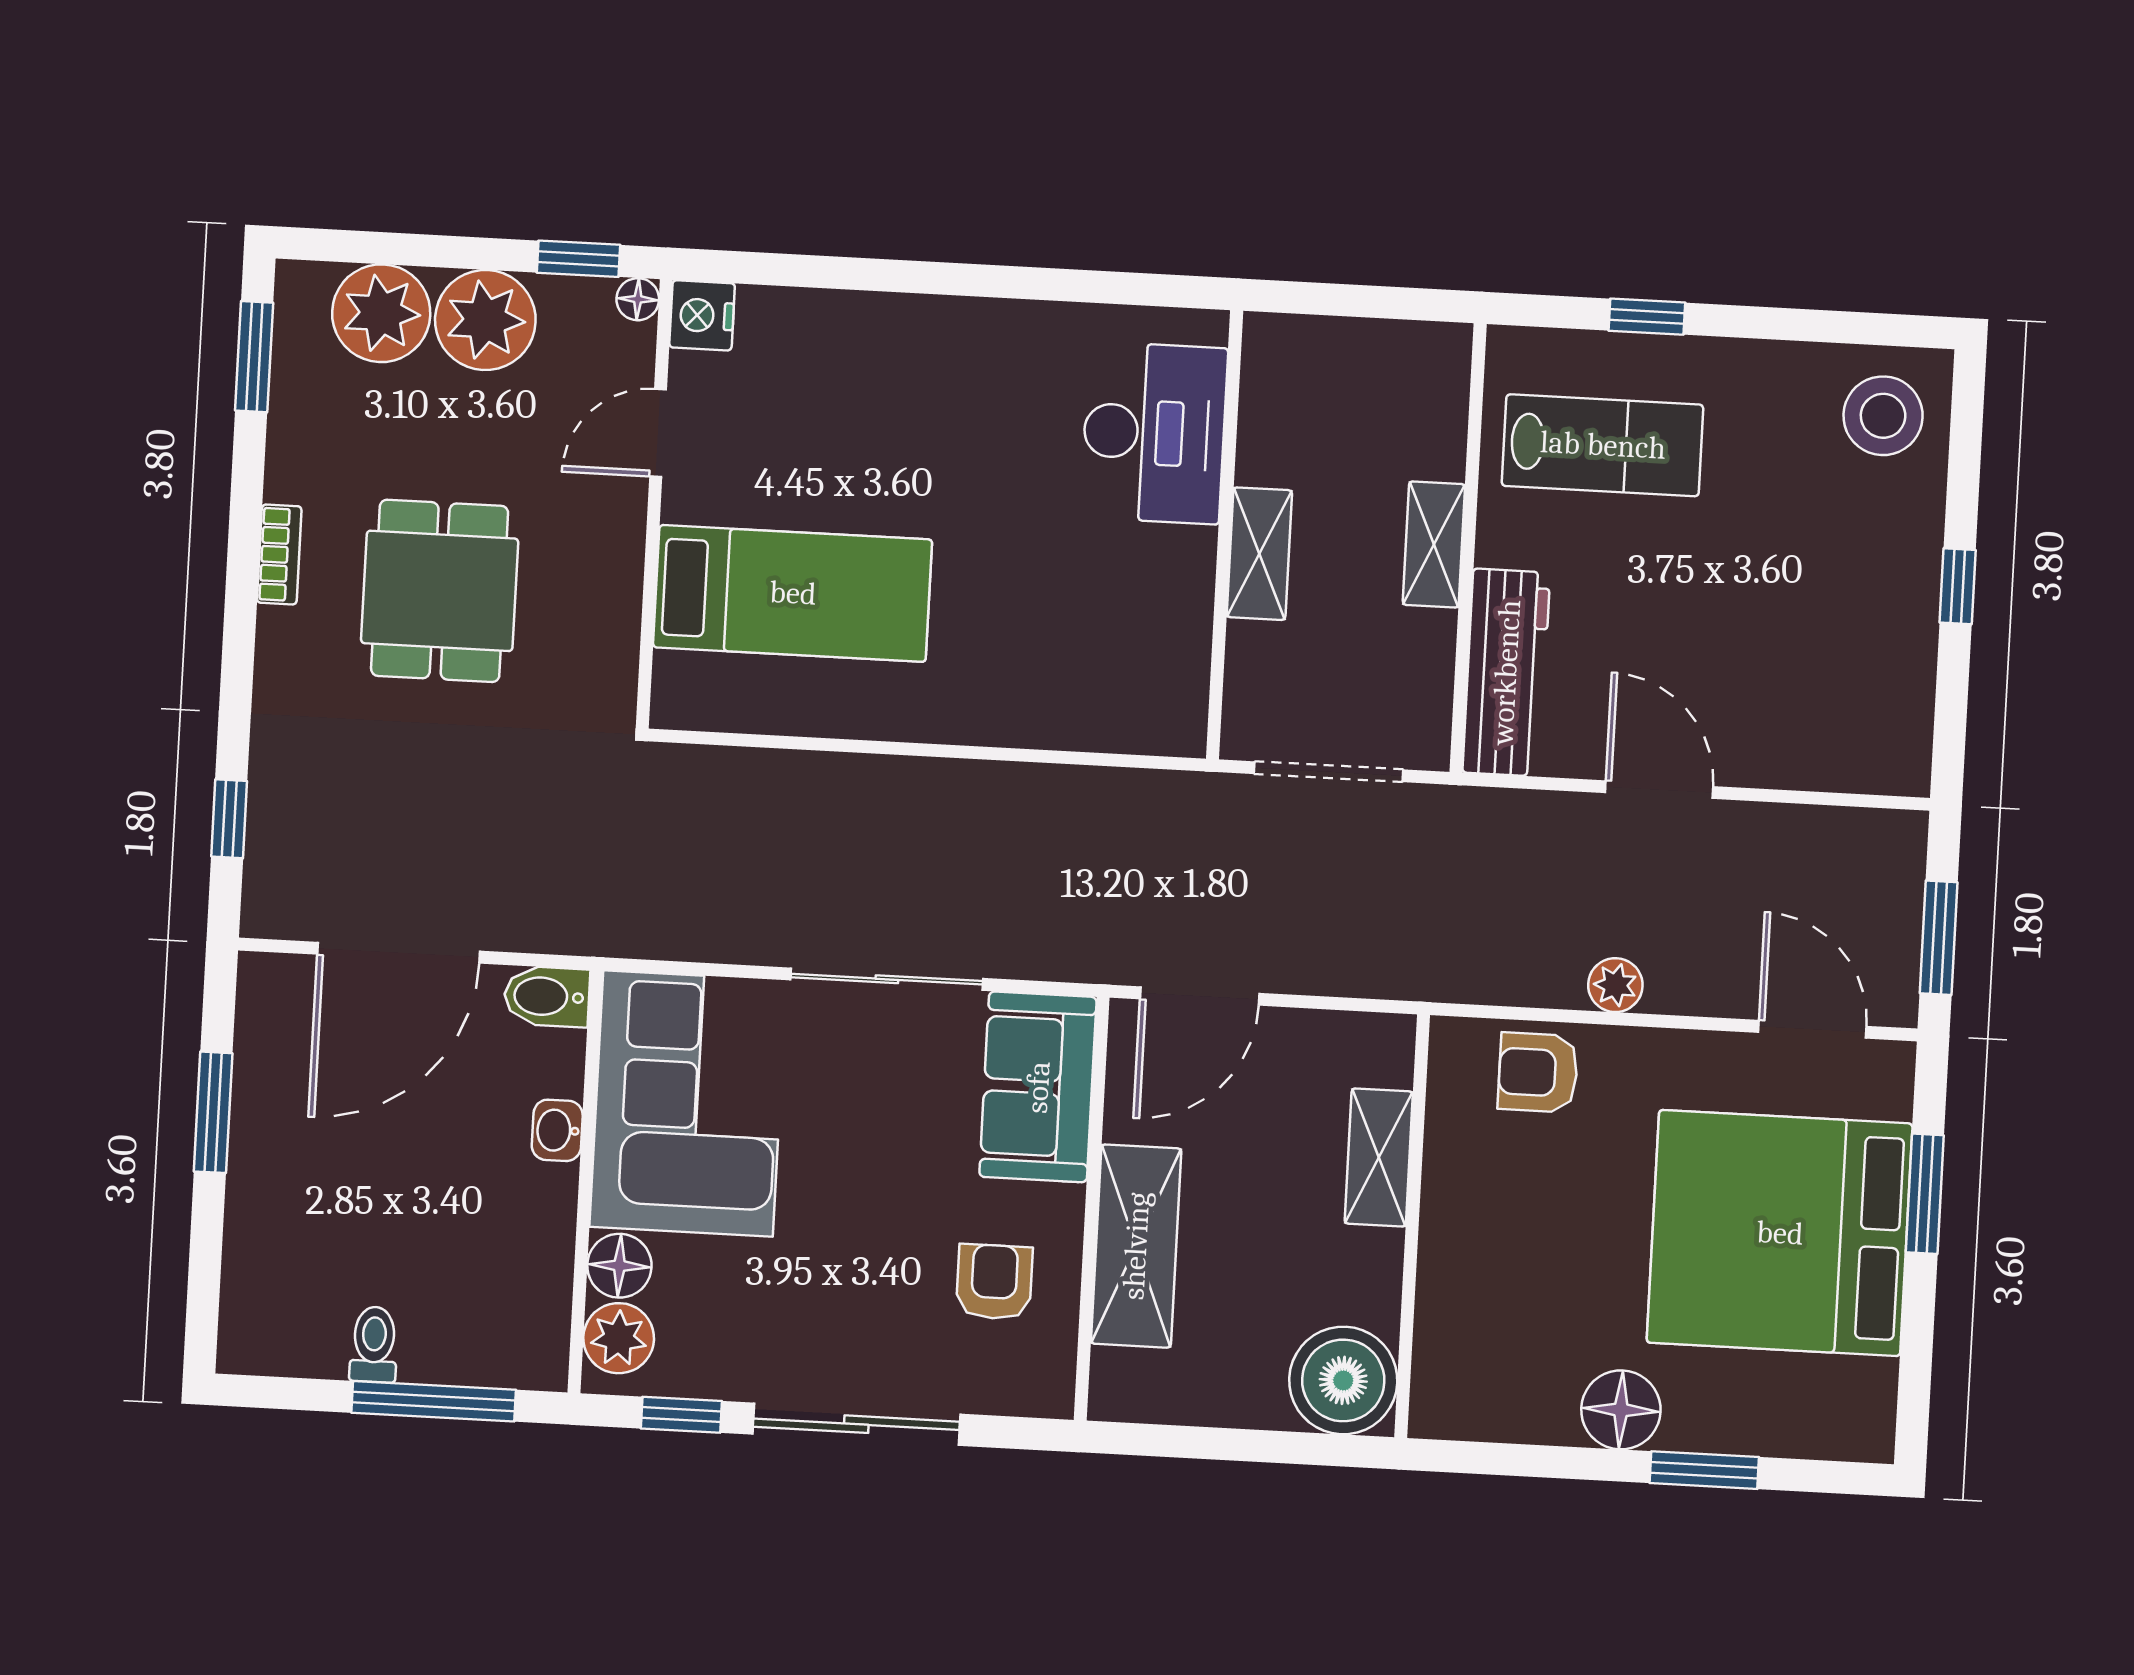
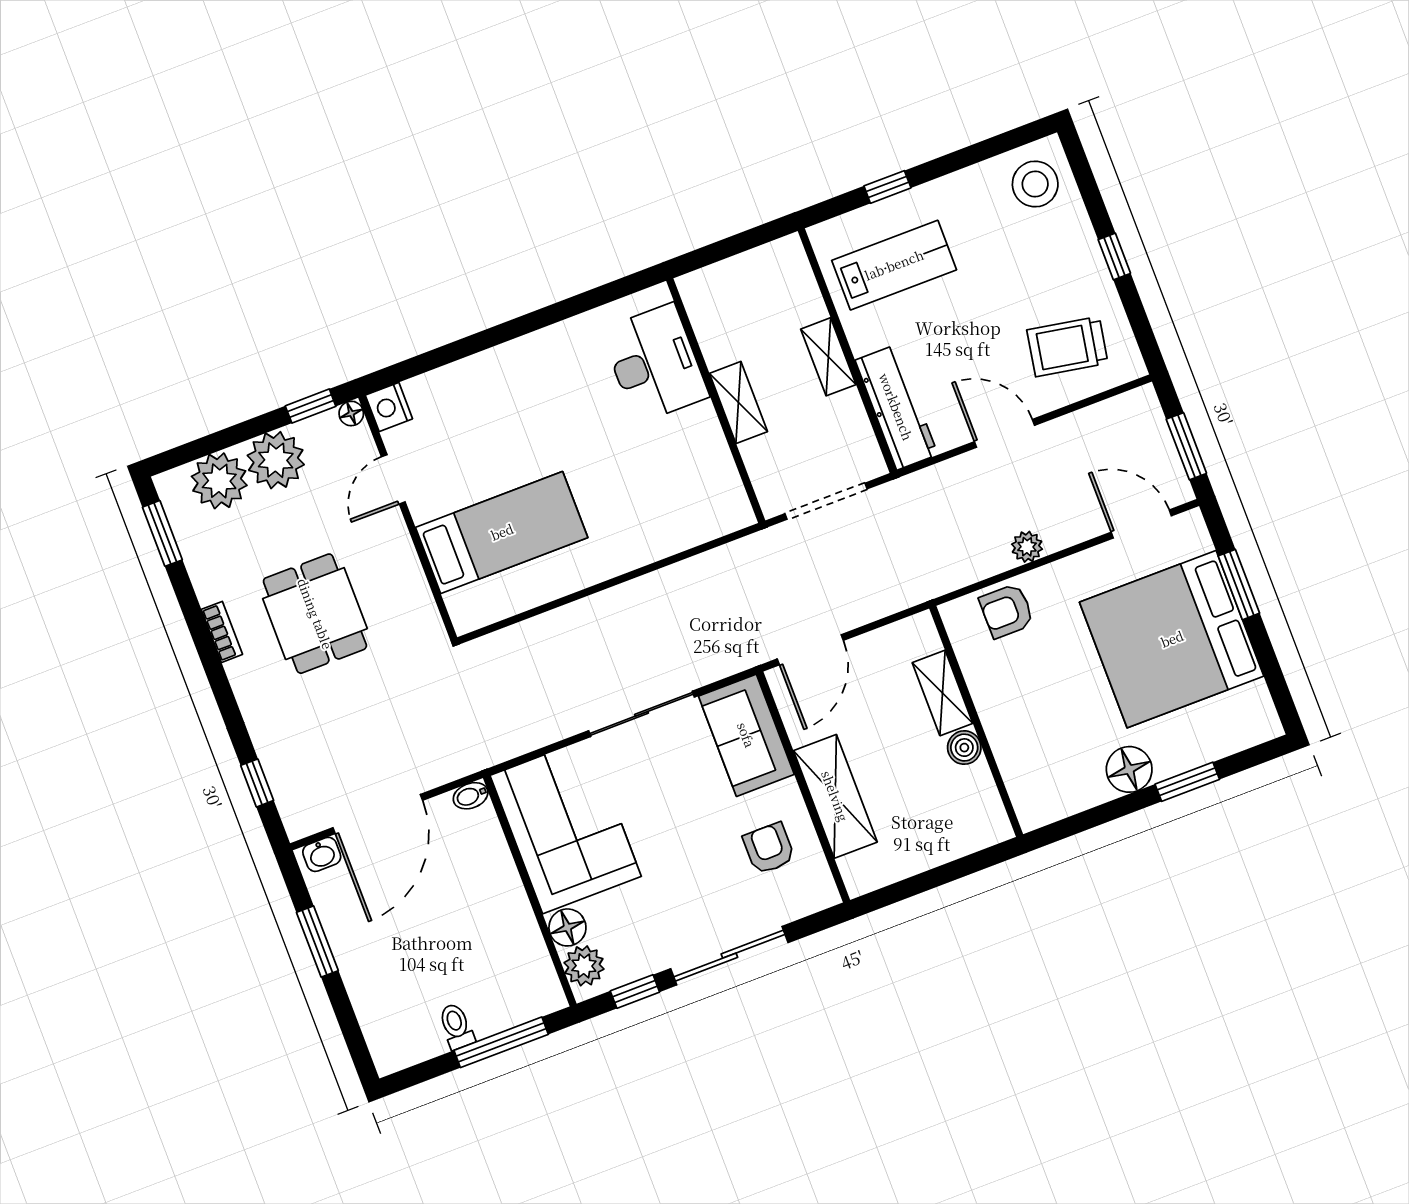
trolley: (1820, 696) -> (1067, 347), added
bidet: (547, 996) -> (471, 796), width x0.72, depth x0.74
washbasin: (557, 1130) -> (322, 854), moved, turned -90
boiler: (1343, 1380) -> (964, 748), moved, width x0.54, depth x0.54

